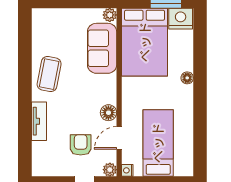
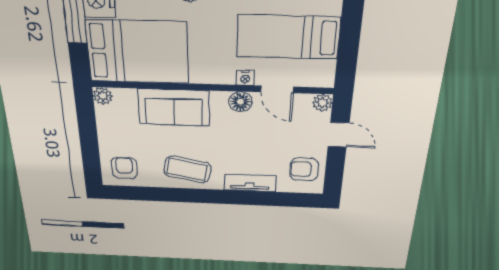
armchair: (48, 26) -> (124, 168), added
sofa: (102, 48) -> (174, 108), moved
armchair: (81, 145) -> (304, 169), moved
nightstand: (127, 170) -> (245, 78), moved

